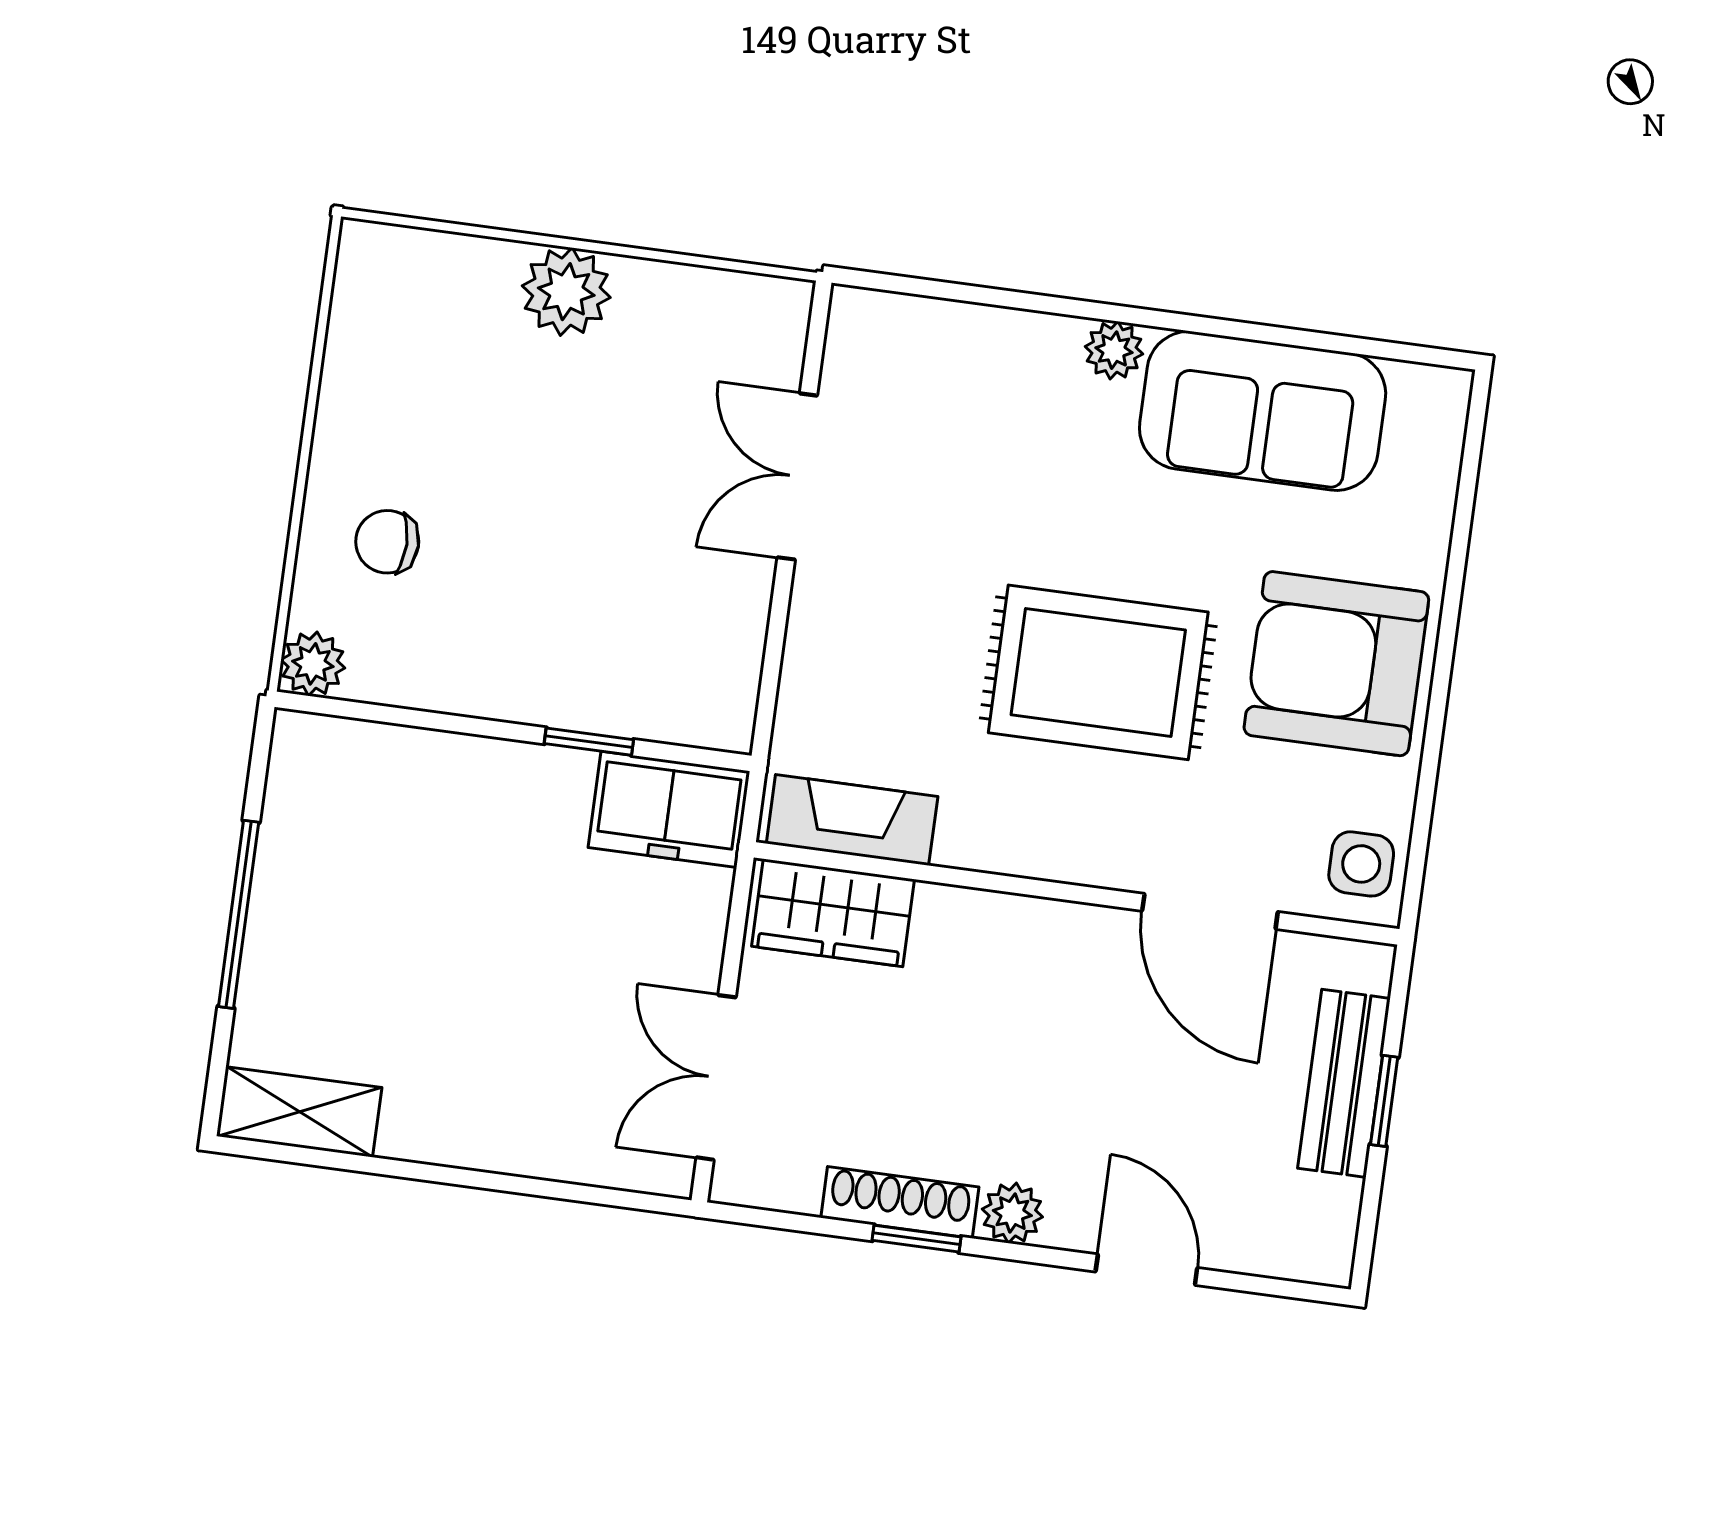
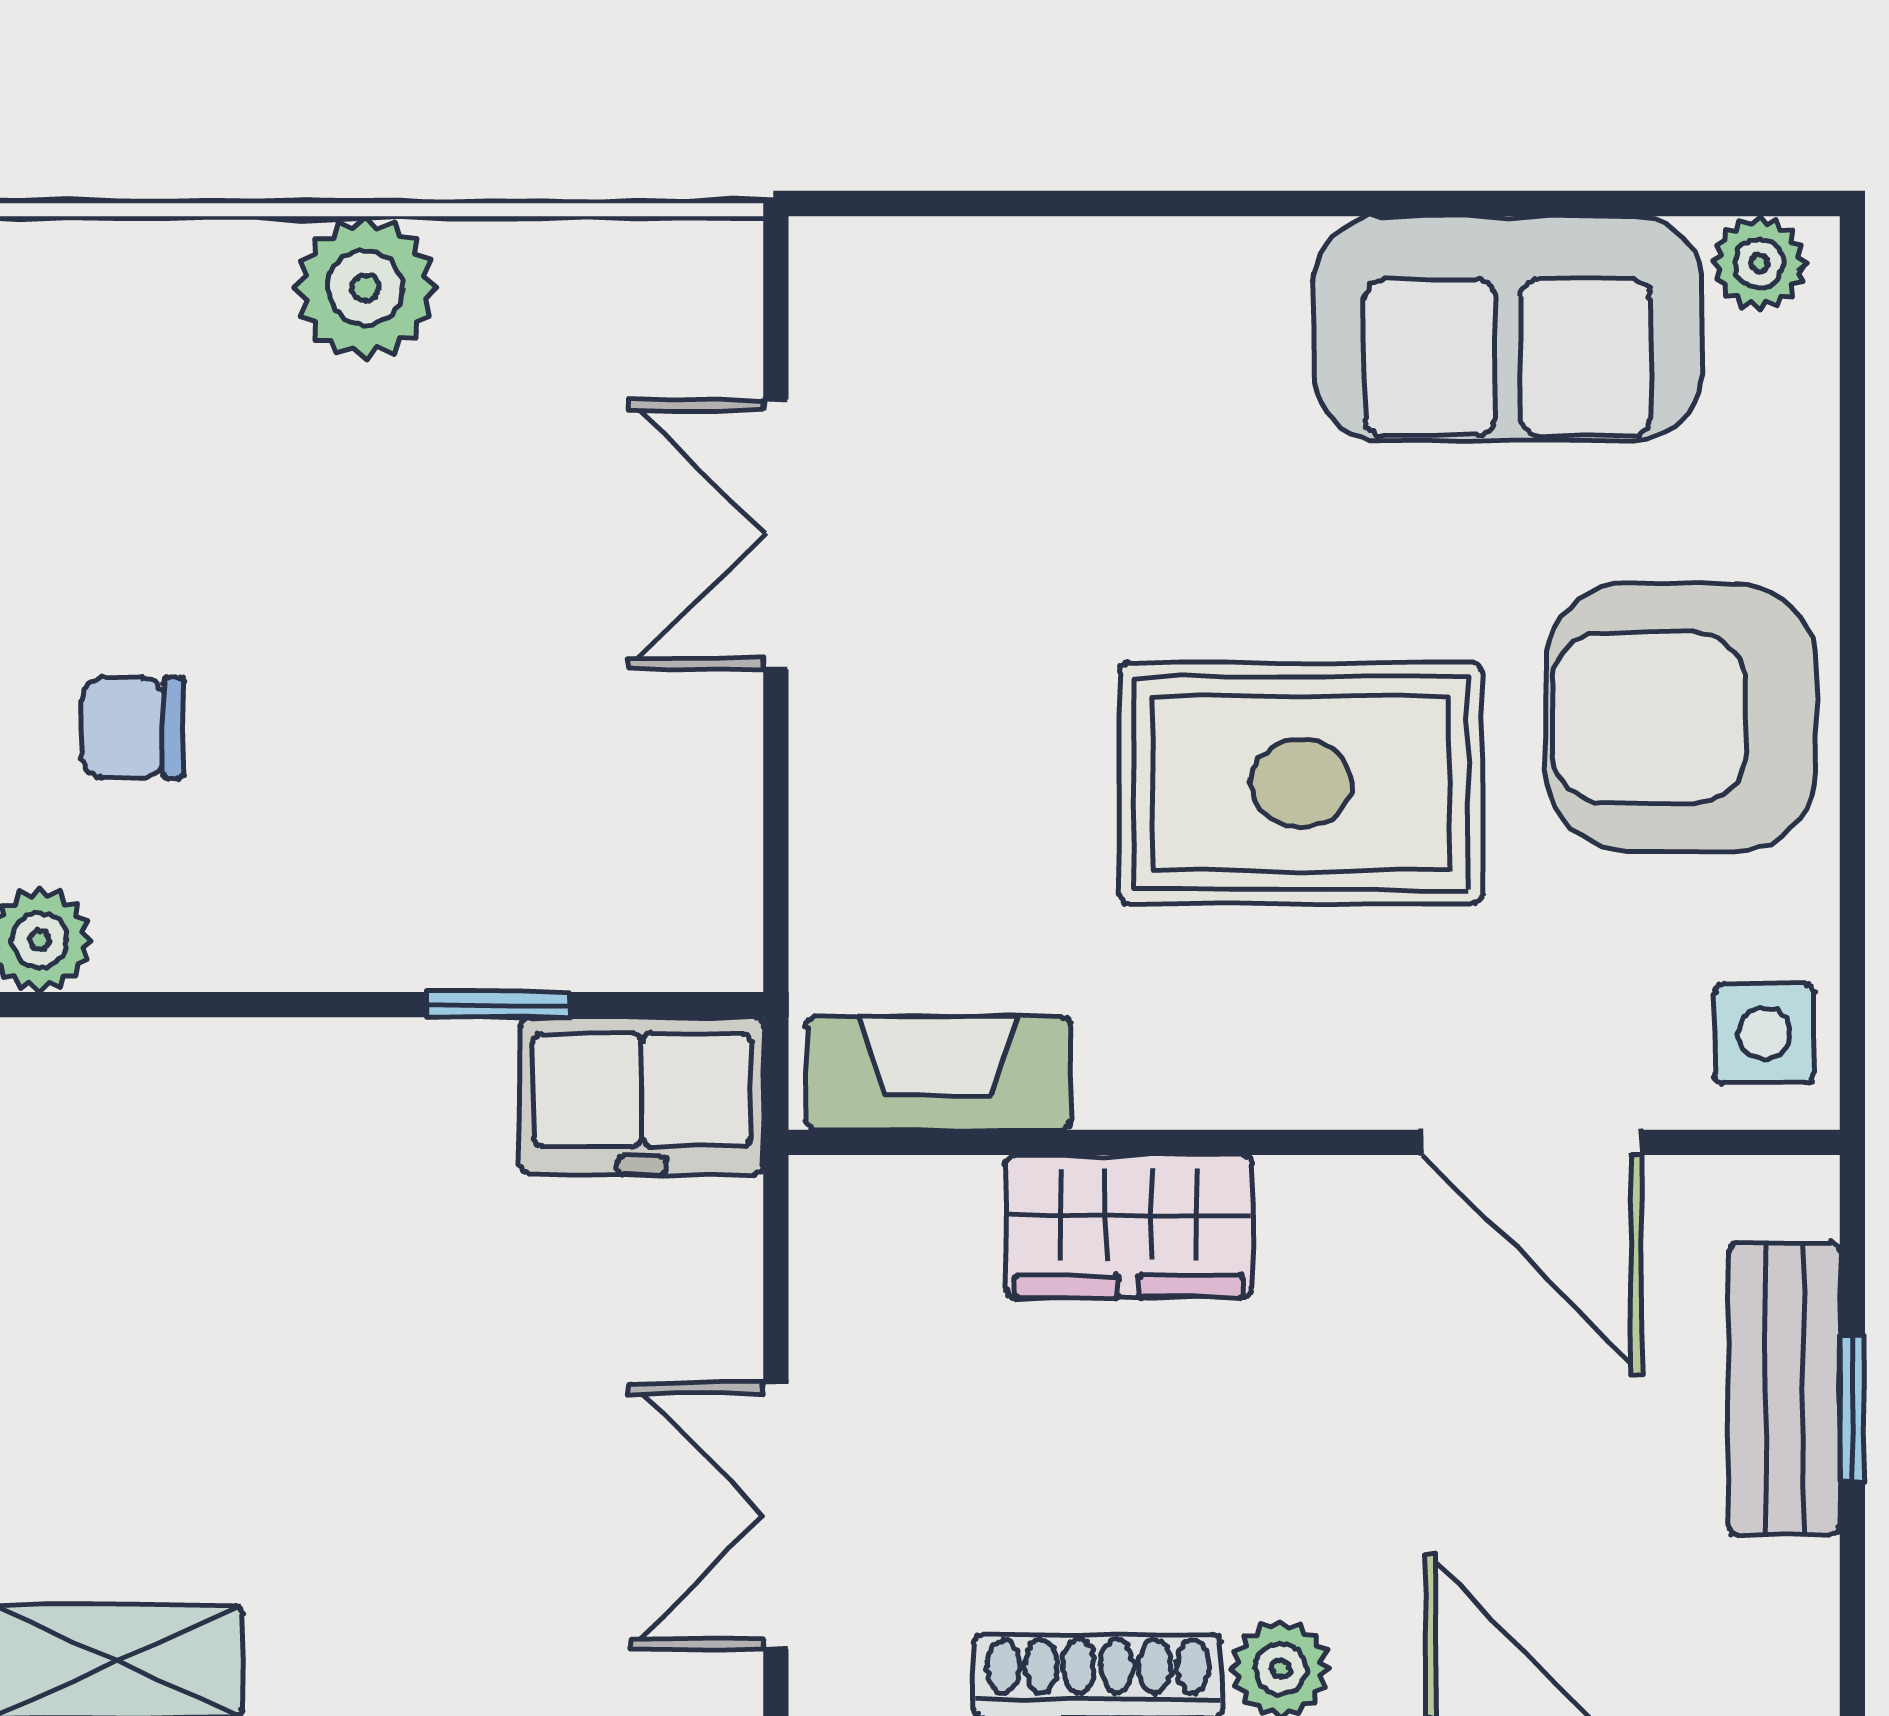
plant: (1114, 350) -> (1759, 263), moved
wardrobe: (833, 913) -> (1129, 1226), moved

